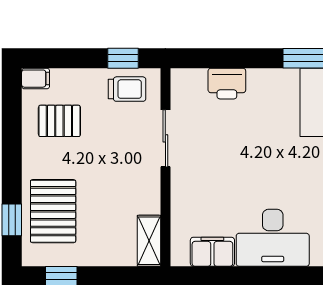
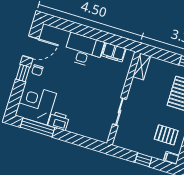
window: (123, 58) -> (143, 160), moved
printer: (227, 84) -> (59, 121), moved
trolley: (127, 89) -> (130, 140), removed

